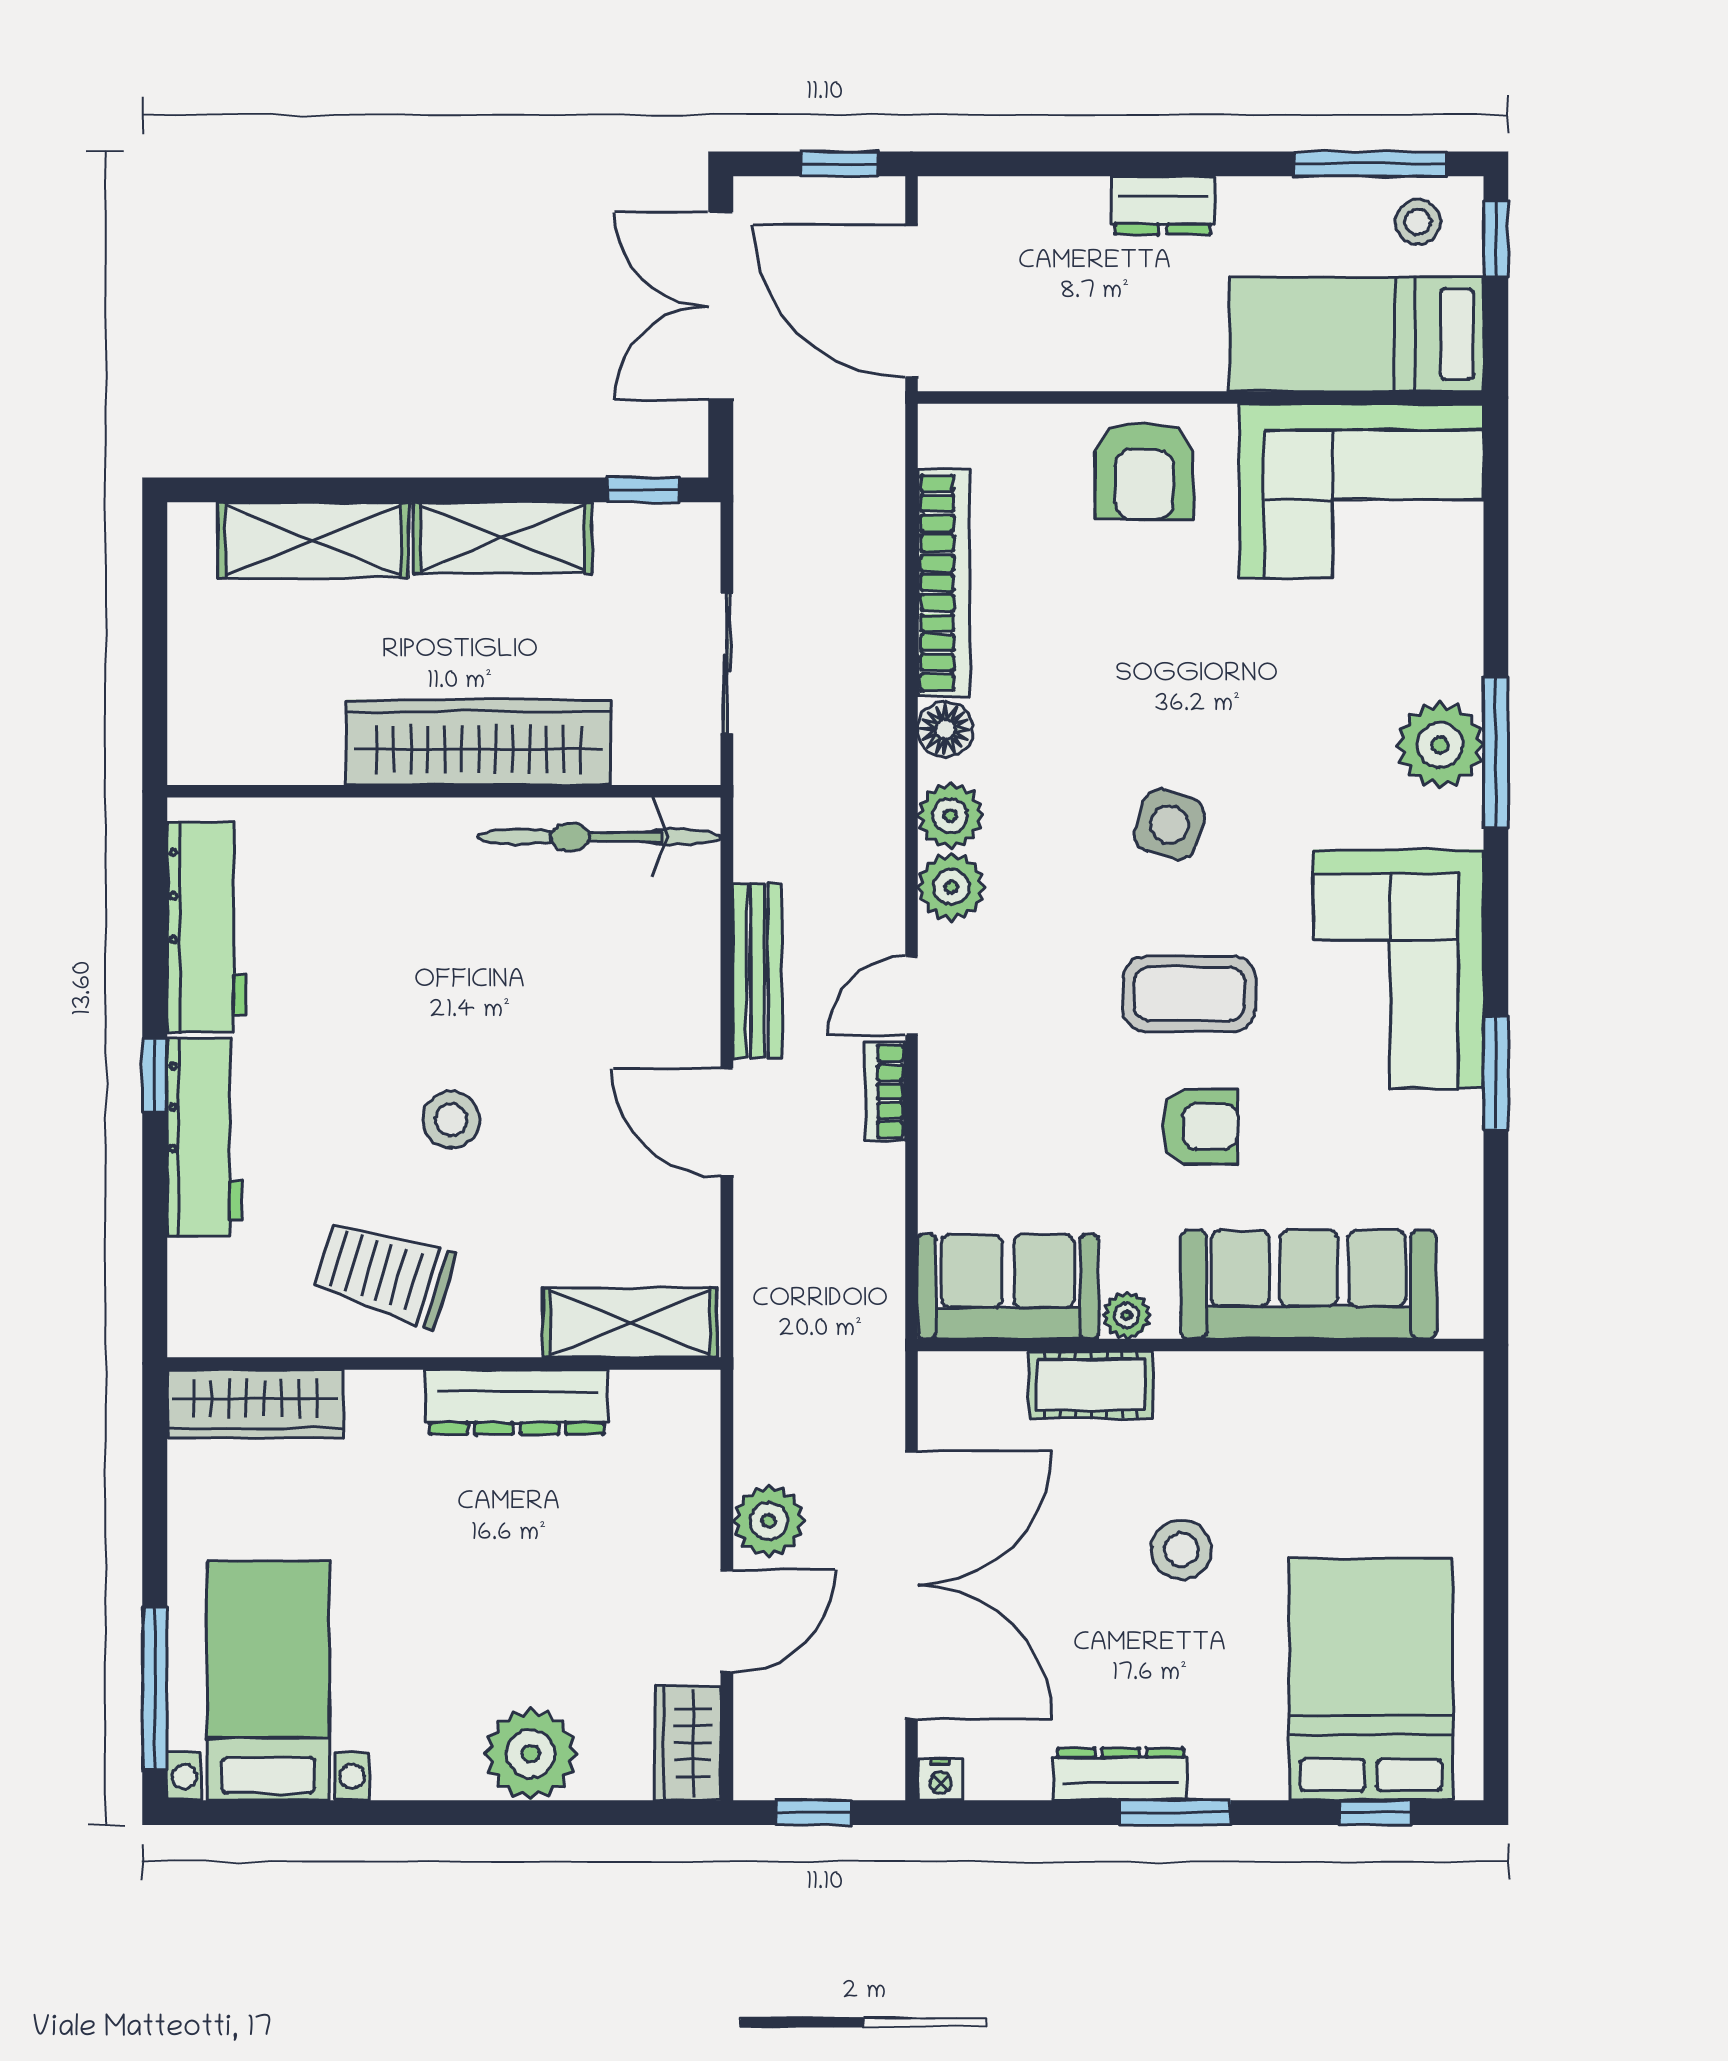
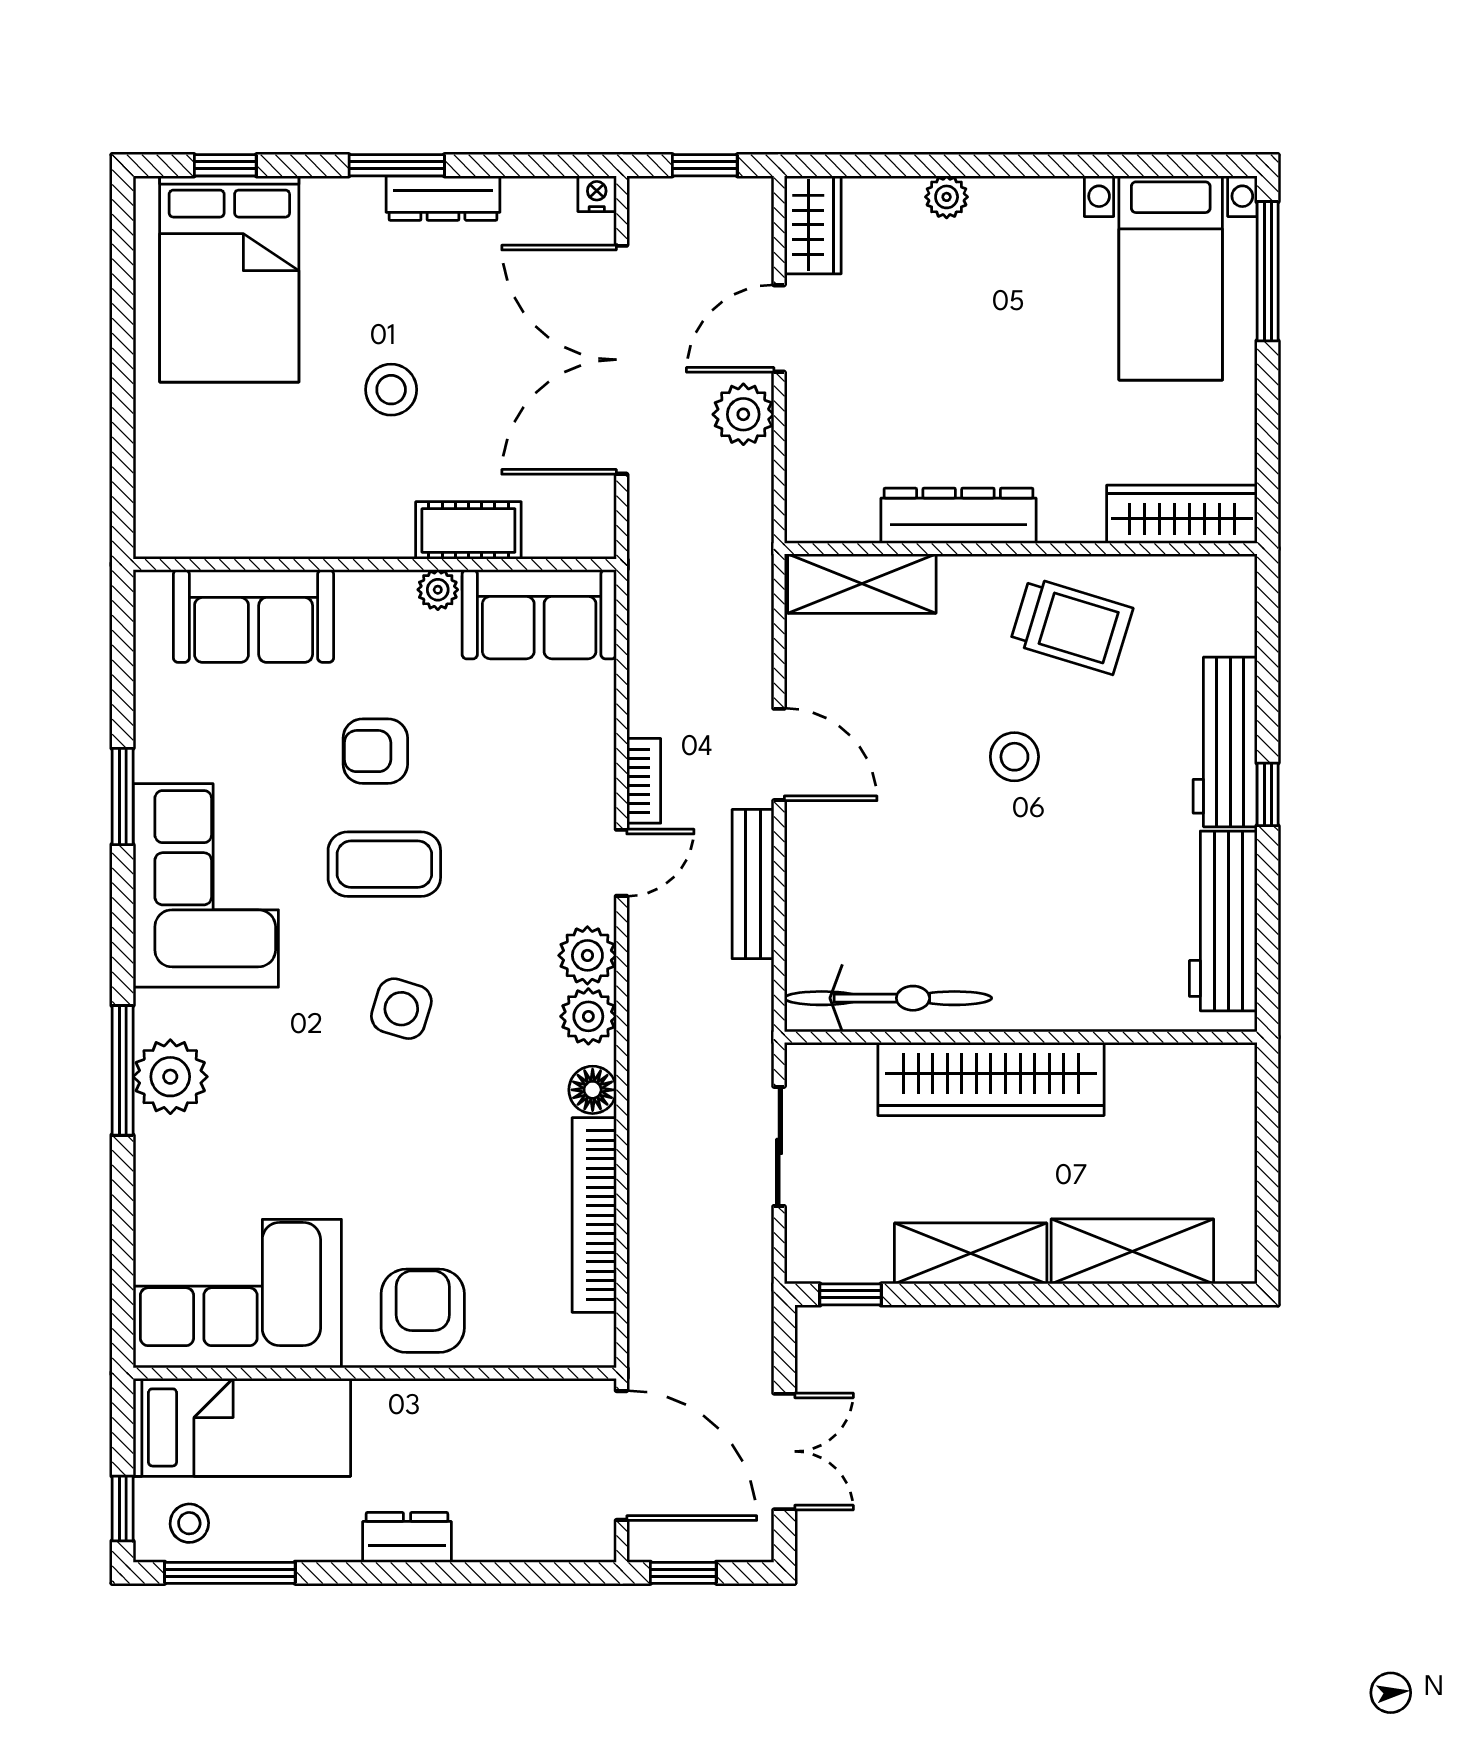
double door: (721, 306) -> (784, 1451), width x0.73
sofa: (1309, 1285) -> (254, 616), width x0.73
plant: (531, 1754) -> (947, 197), width x0.53, depth x0.53

